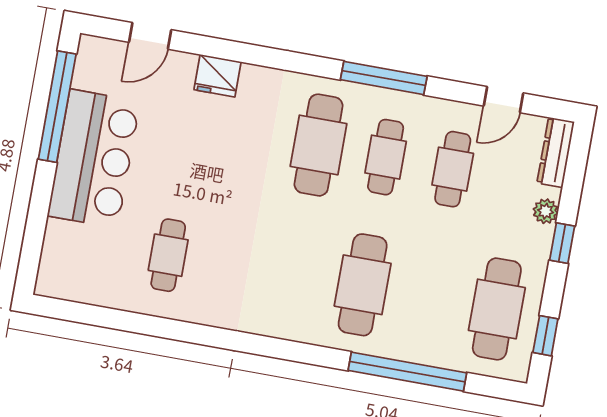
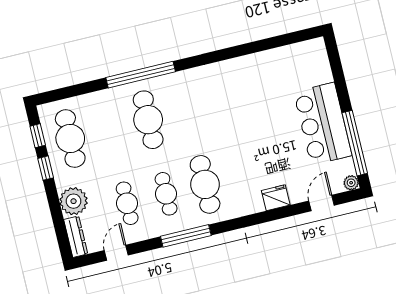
plant: (90, 47) -> (351, 183), added
plant: (546, 211) -> (74, 201), width x1.87, depth x1.87
window: (562, 243) -> (46, 168), moved
cafe table: (168, 255) -> (260, 89), removed
window: (407, 372) -> (141, 75), moved

